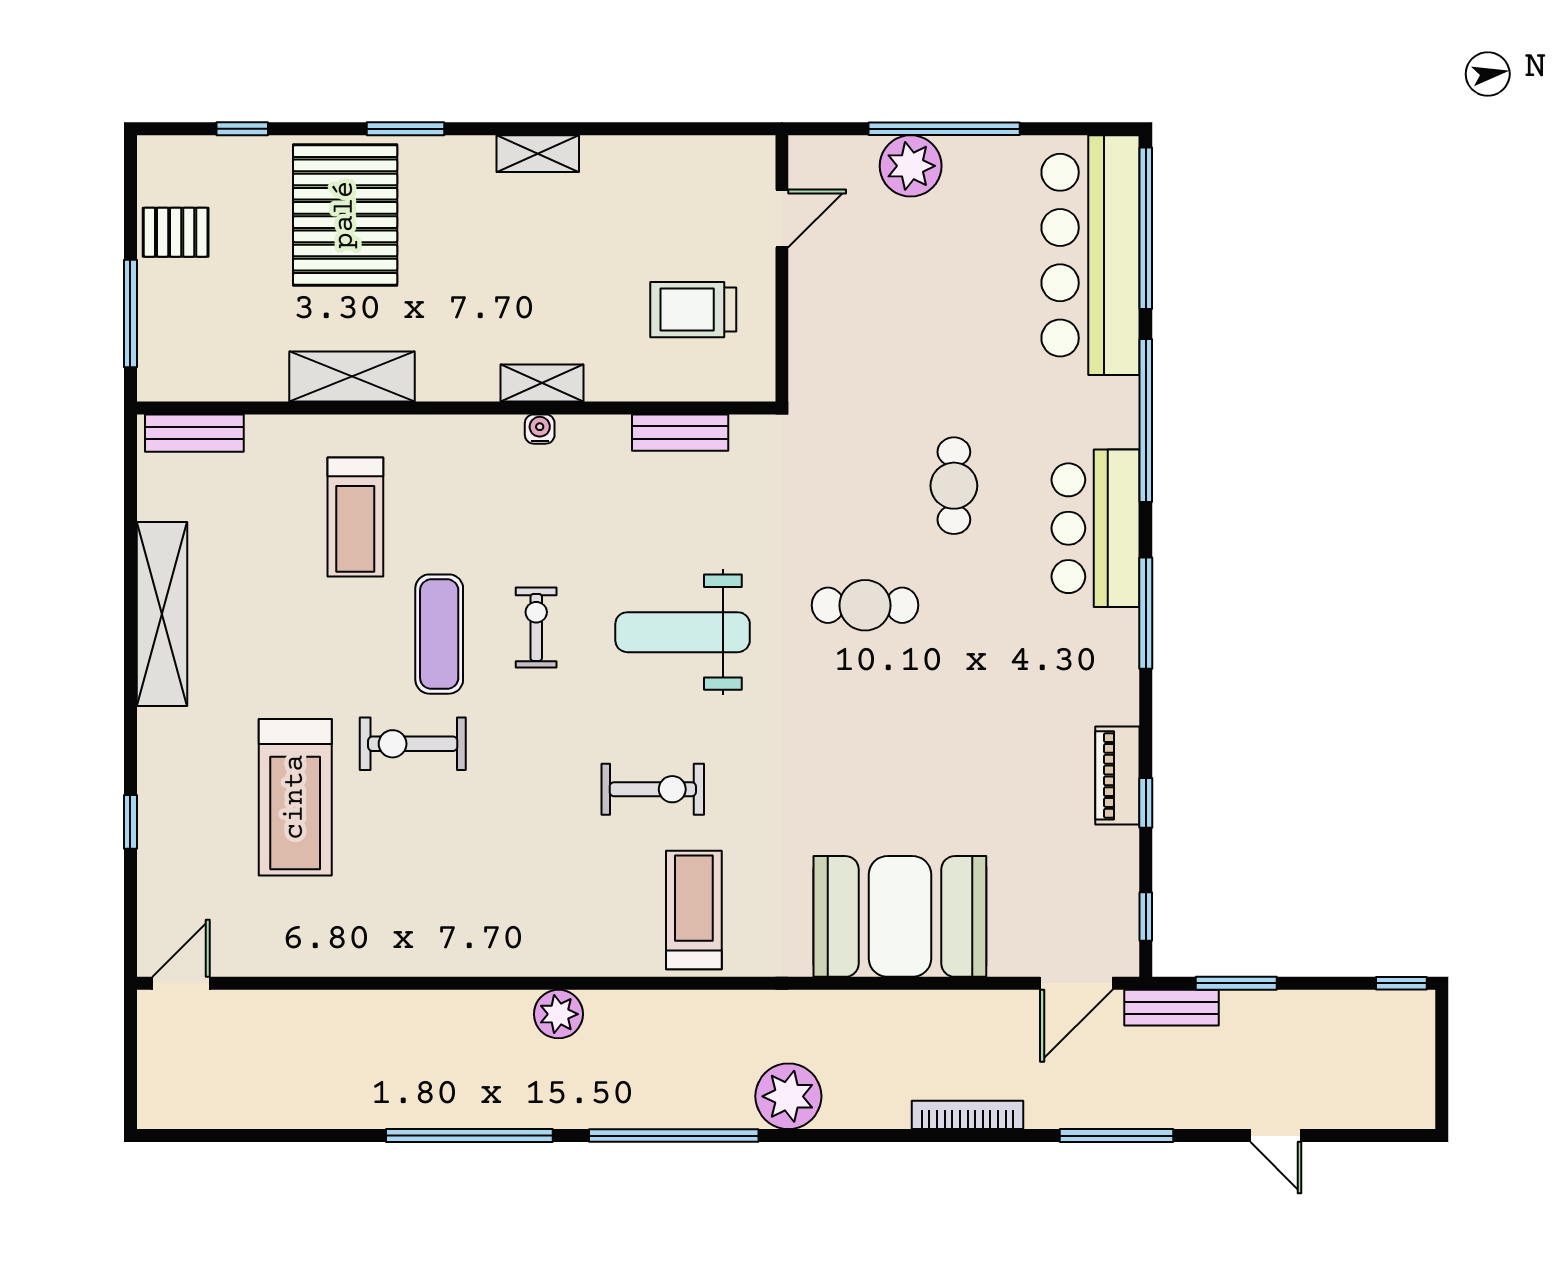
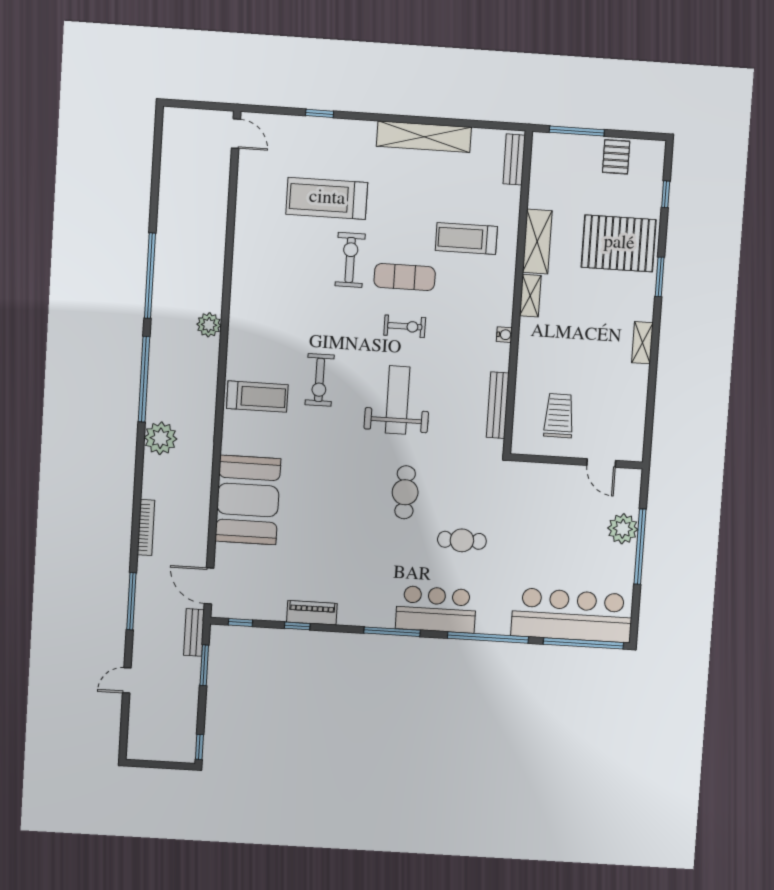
shelving: (542, 383) -> (530, 296), moved
bench: (680, 433) -> (498, 405), width x1.36

